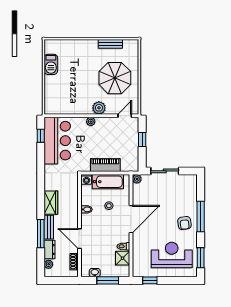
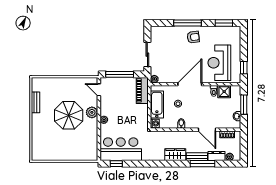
barbecue: (51, 64) -> (54, 155), removed
parasol: (115, 78) -> (69, 115), moved
window: (142, 139) -> (120, 74), width x2.17
piano: (105, 165) -> (142, 90), moved
door: (131, 219) -> (190, 84), hinge flipped
door: (79, 239) -> (207, 130), hinge flipped
reception desk: (172, 255) -> (219, 63), moved

